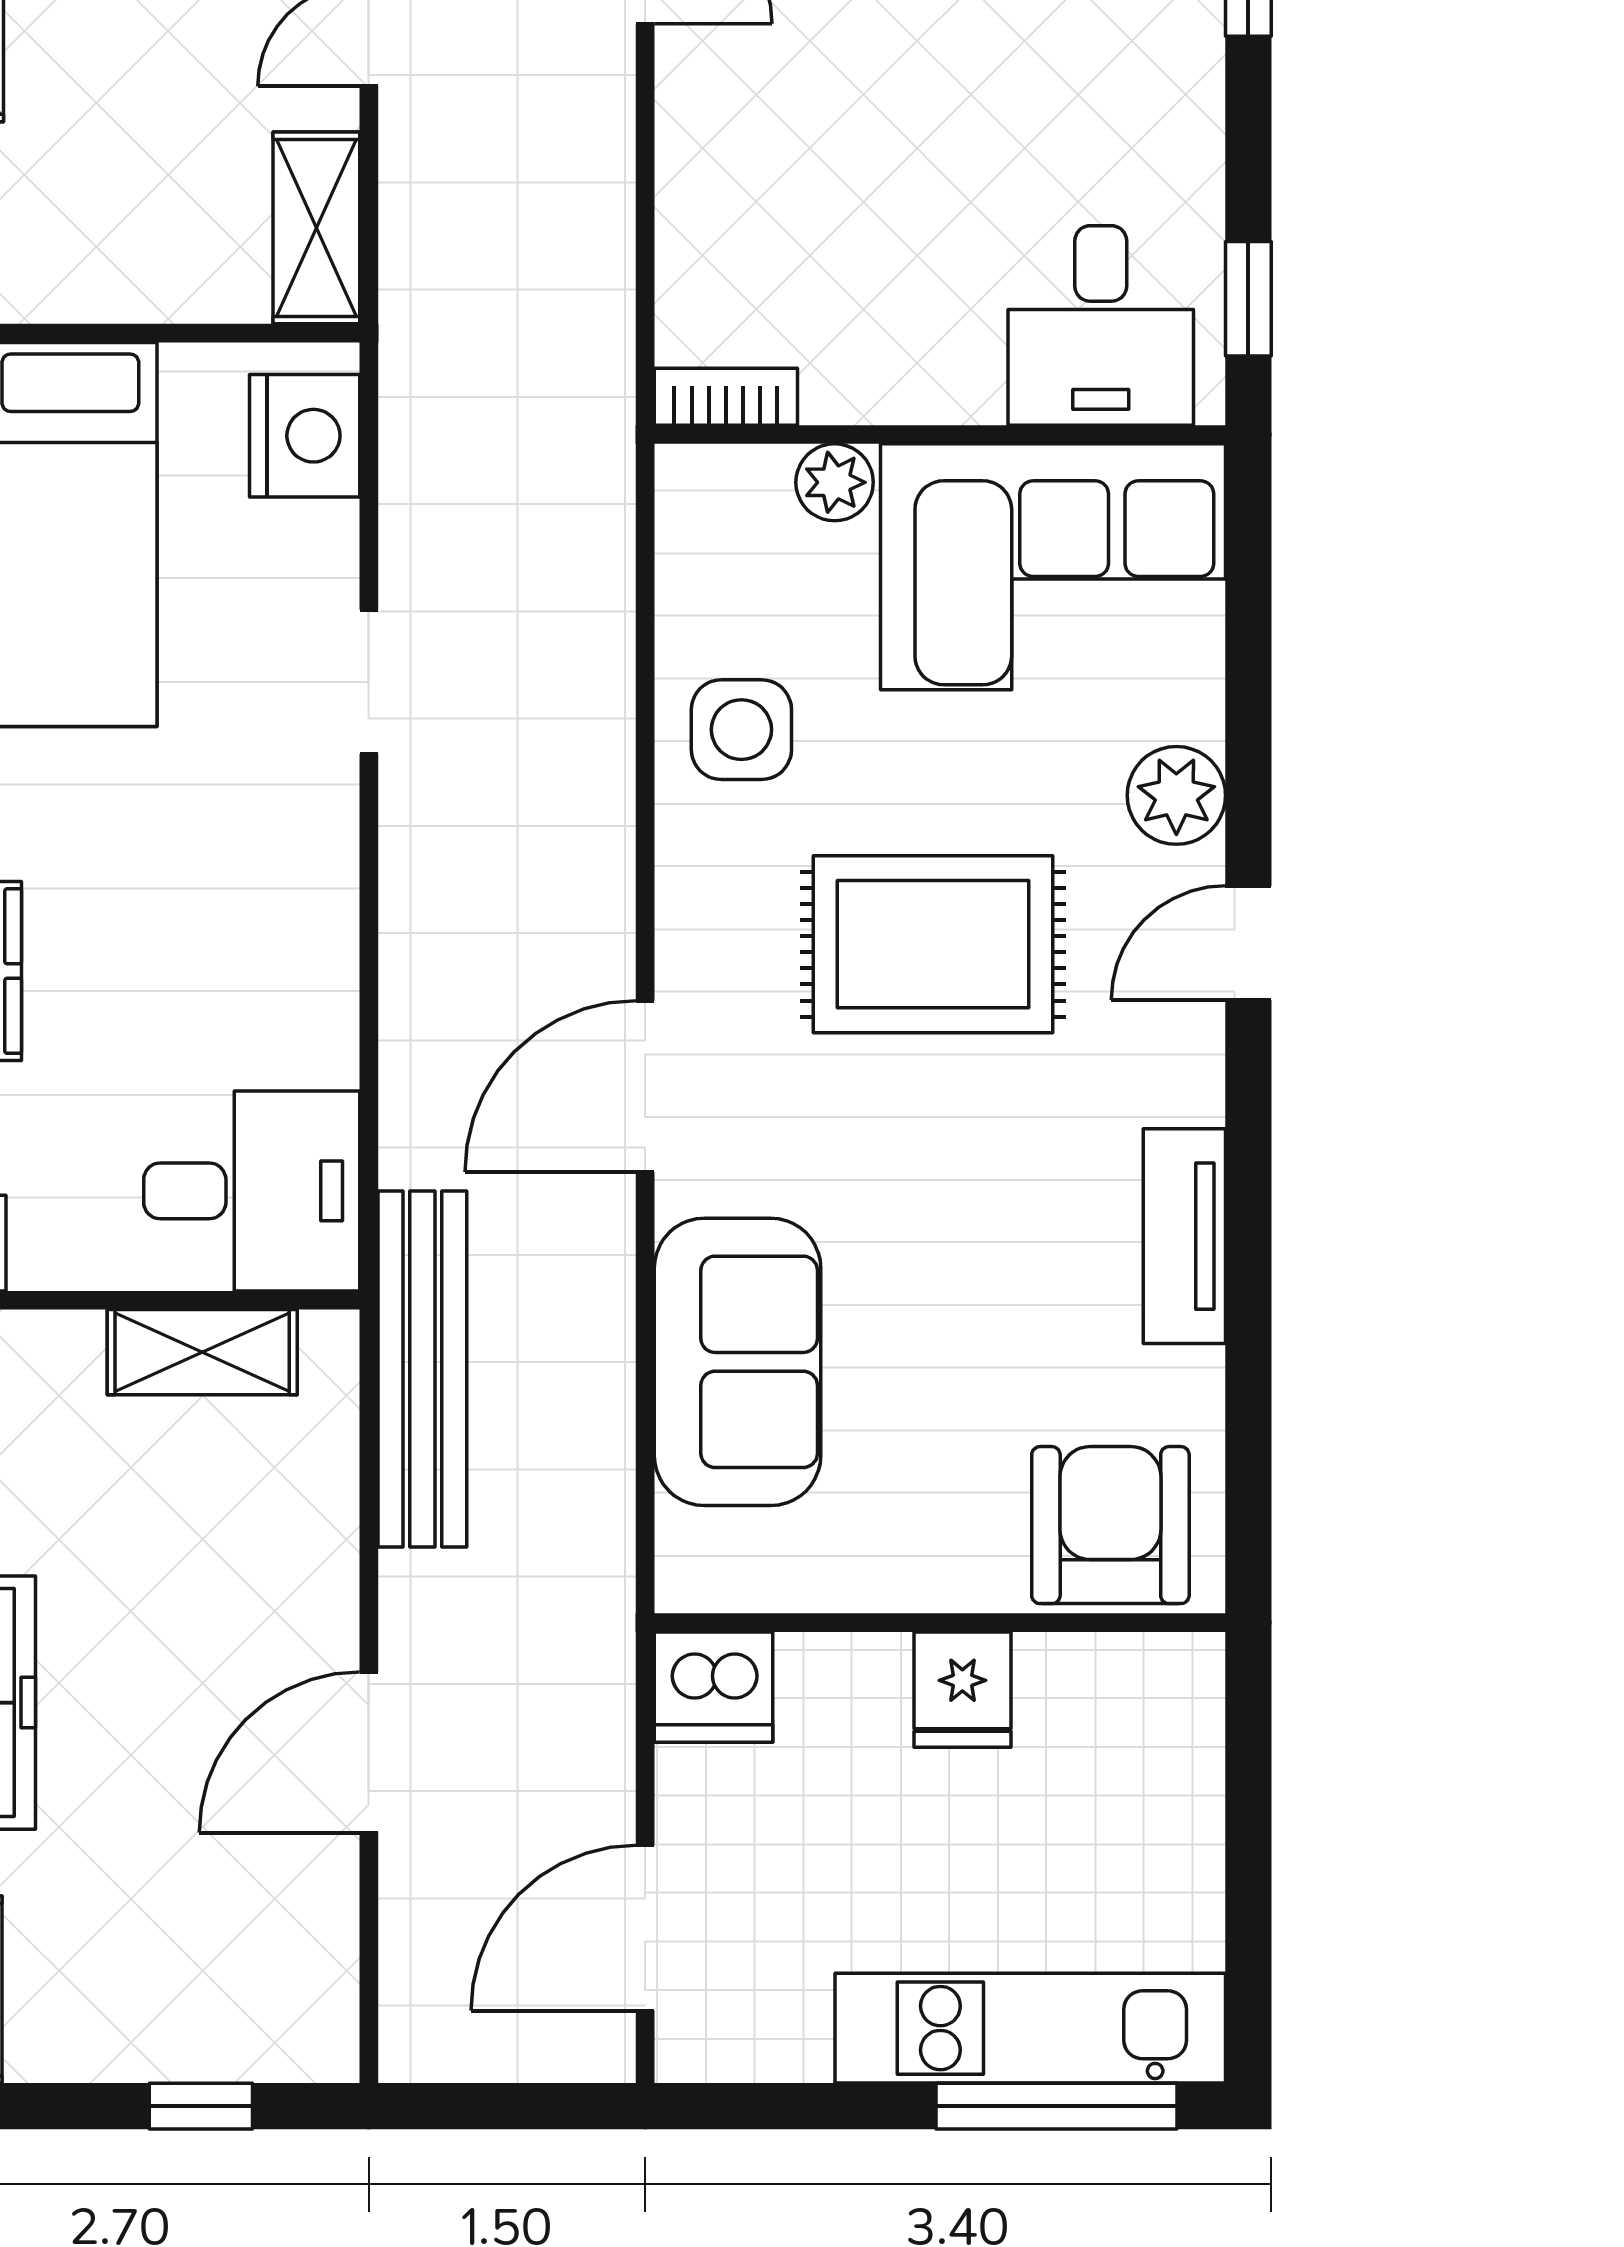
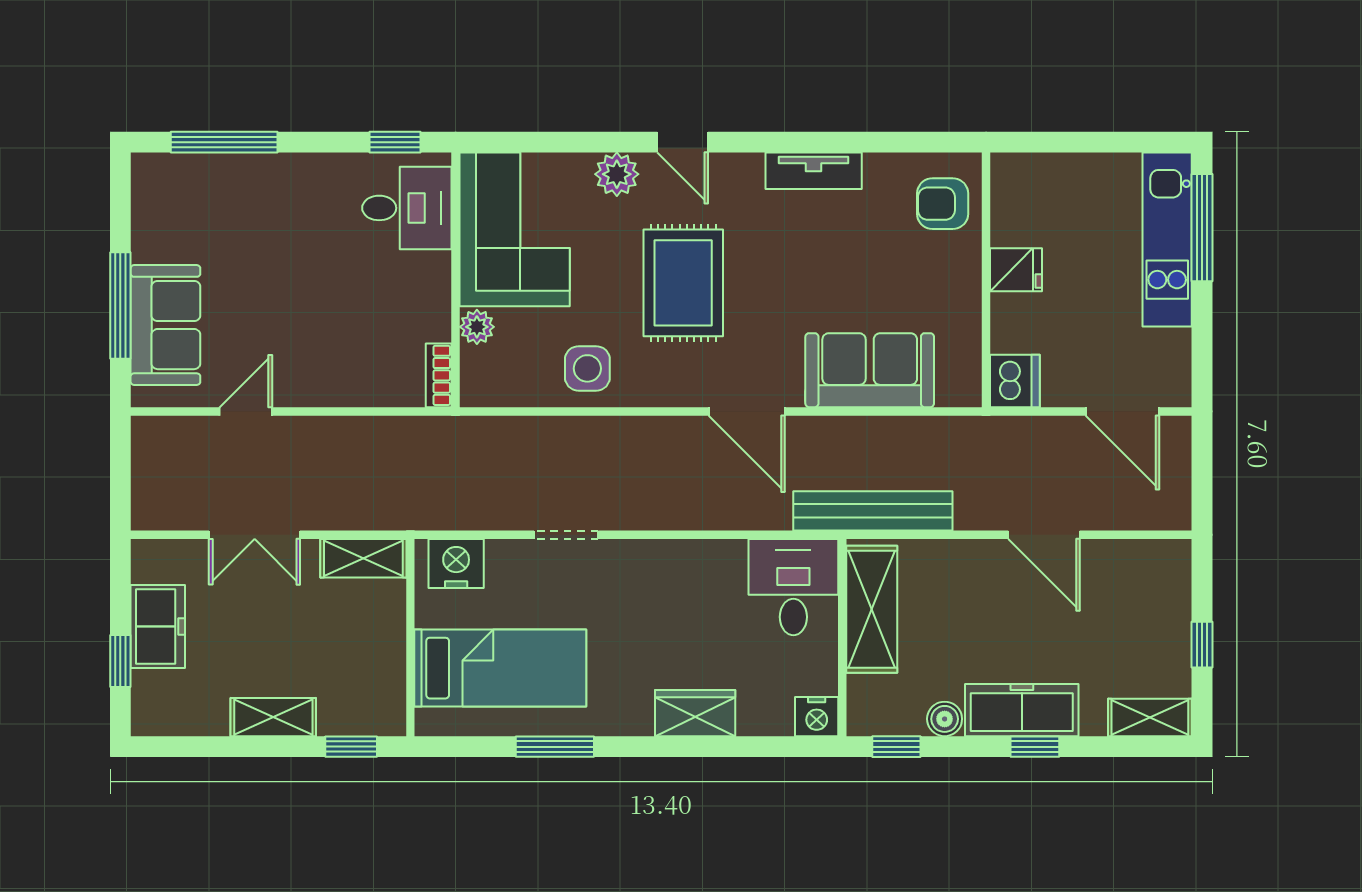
shelving: (202, 1352) -> (872, 609), width x1.50, depth x1.33
armchair: (1110, 1525) -> (943, 204), width x0.72, depth x0.72
window: (201, 2106) -> (1202, 645), moved

